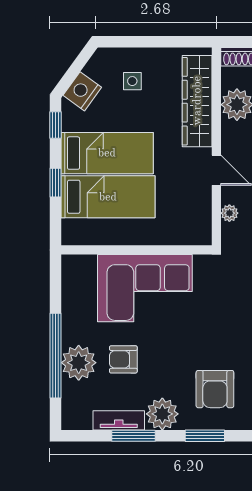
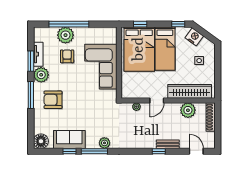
window: (55, 183) -> (140, 24), moved
bed: (108, 197) -> (139, 49), width x1.50
window: (205, 436) -> (31, 95), width x1.44

